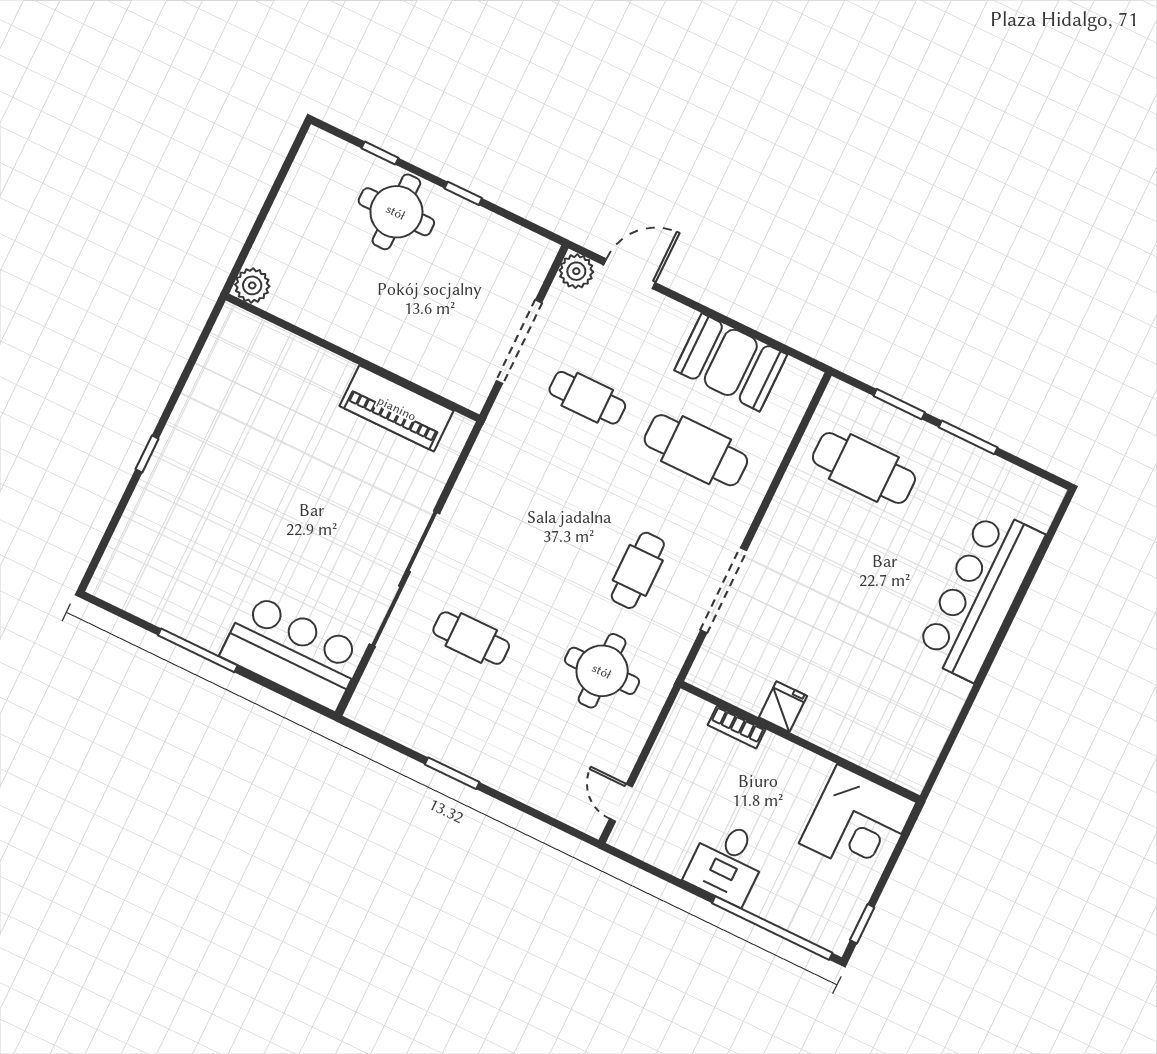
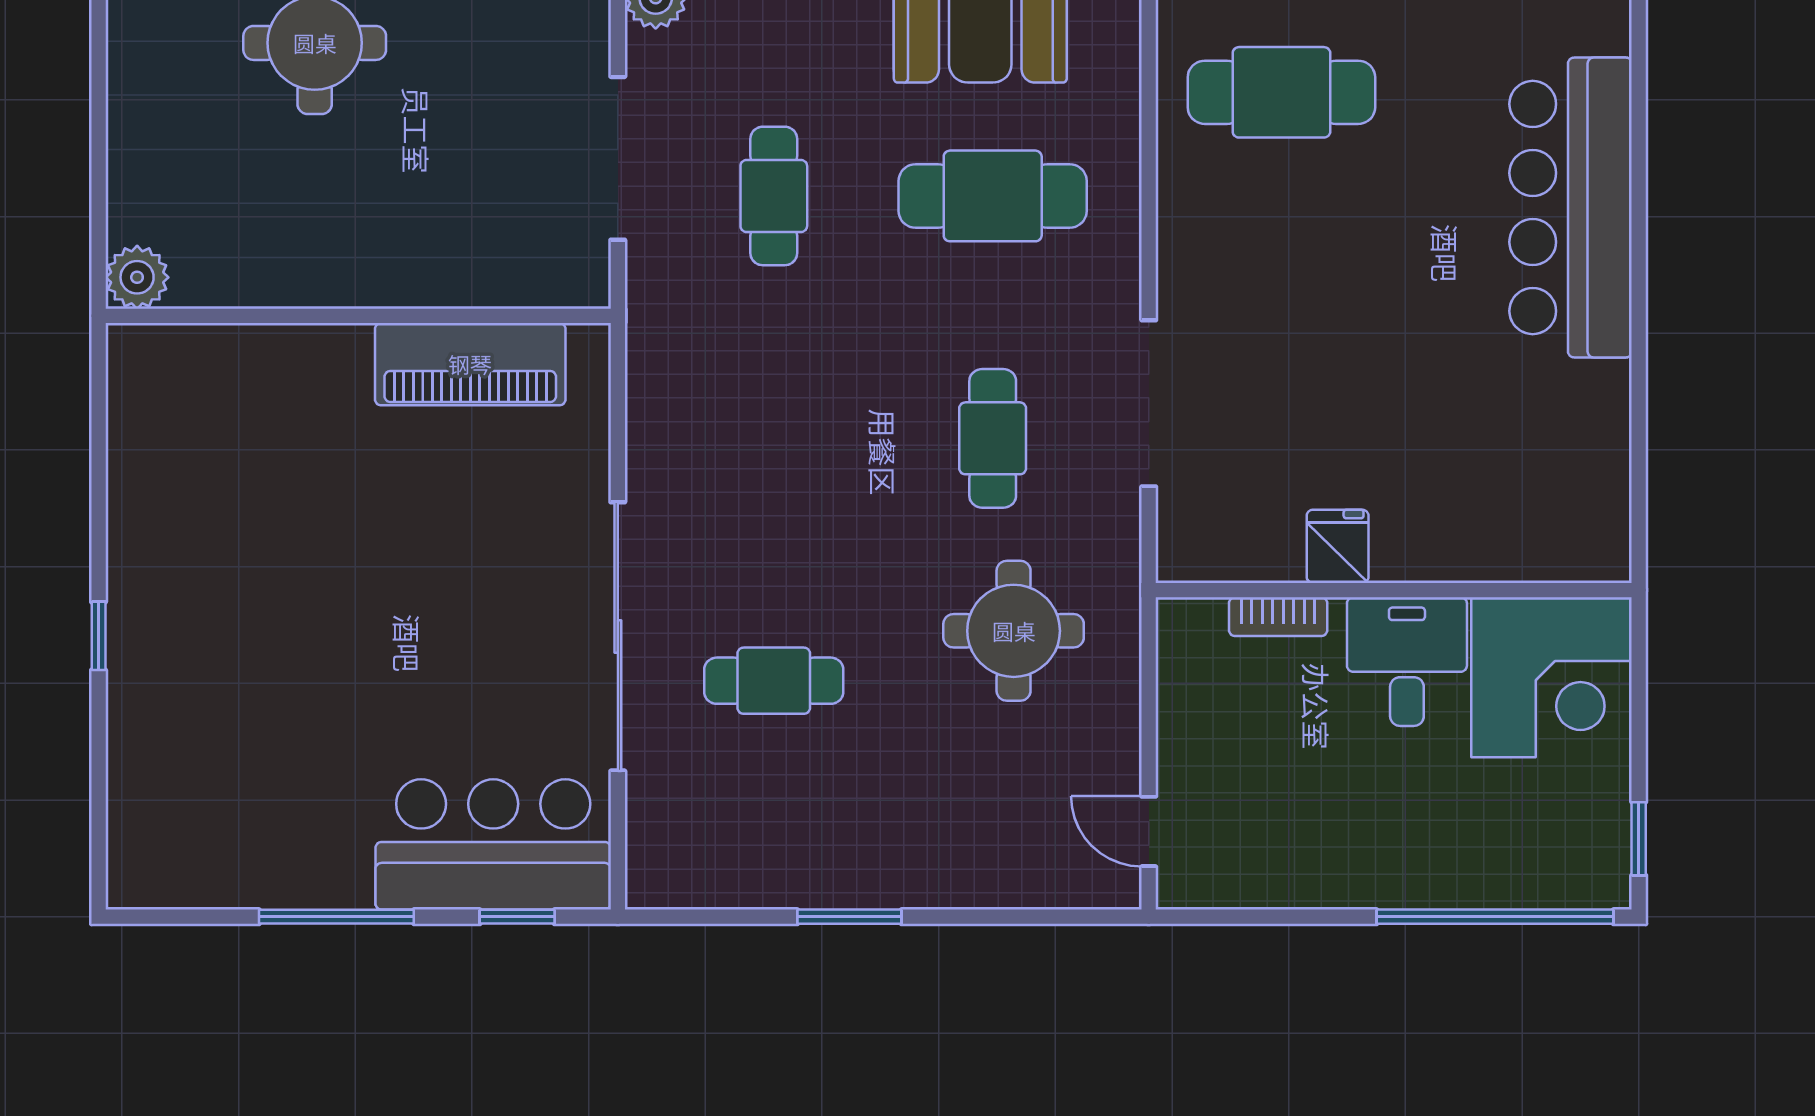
cafe table: (587, 398) -> (774, 196), turned 90
window: (287, 694) -> (517, 917), added
desk: (727, 862) -> (1407, 662), moved, turned 180

